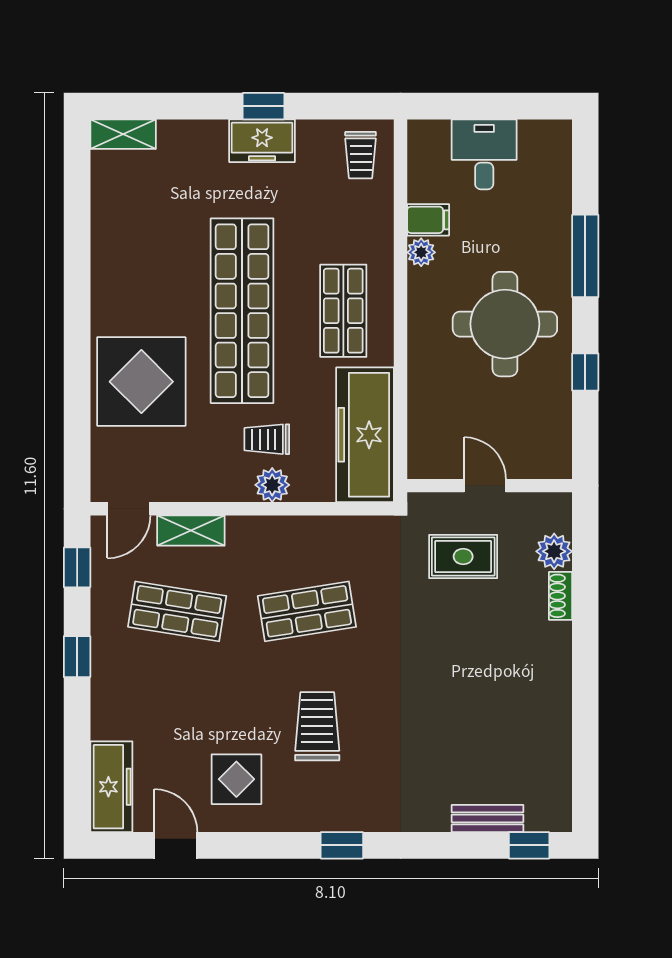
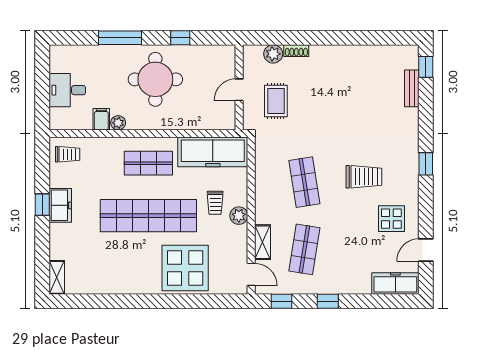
plant: (272, 485) -> (239, 216), moved
trolley: (317, 726) -> (364, 177), turned 180

